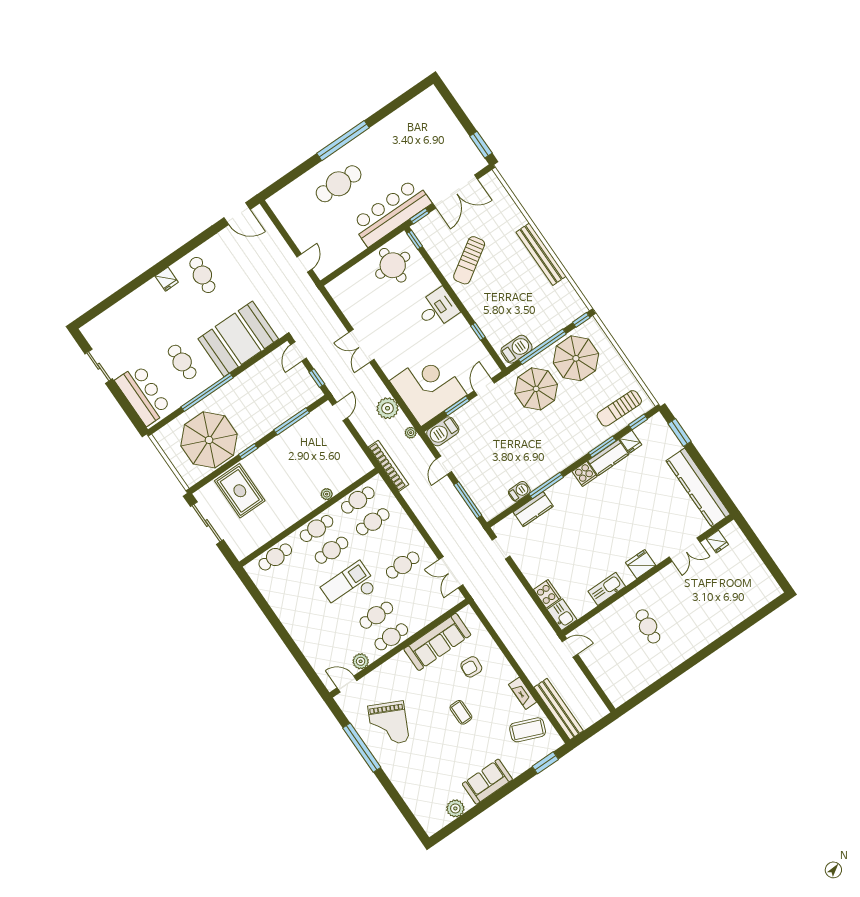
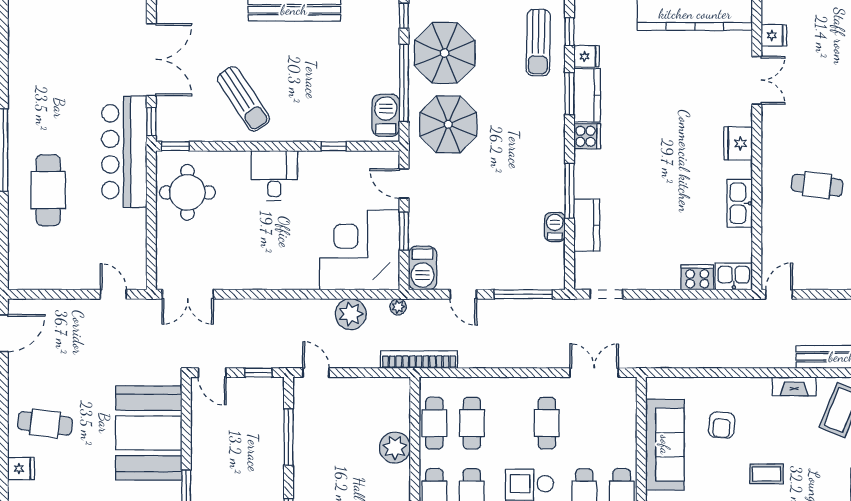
double door: (361, 346) -> (188, 294), moved
plant: (327, 494) -> (395, 448), width x1.88, depth x1.88
double door: (451, 572) -> (594, 373), swing flipped

